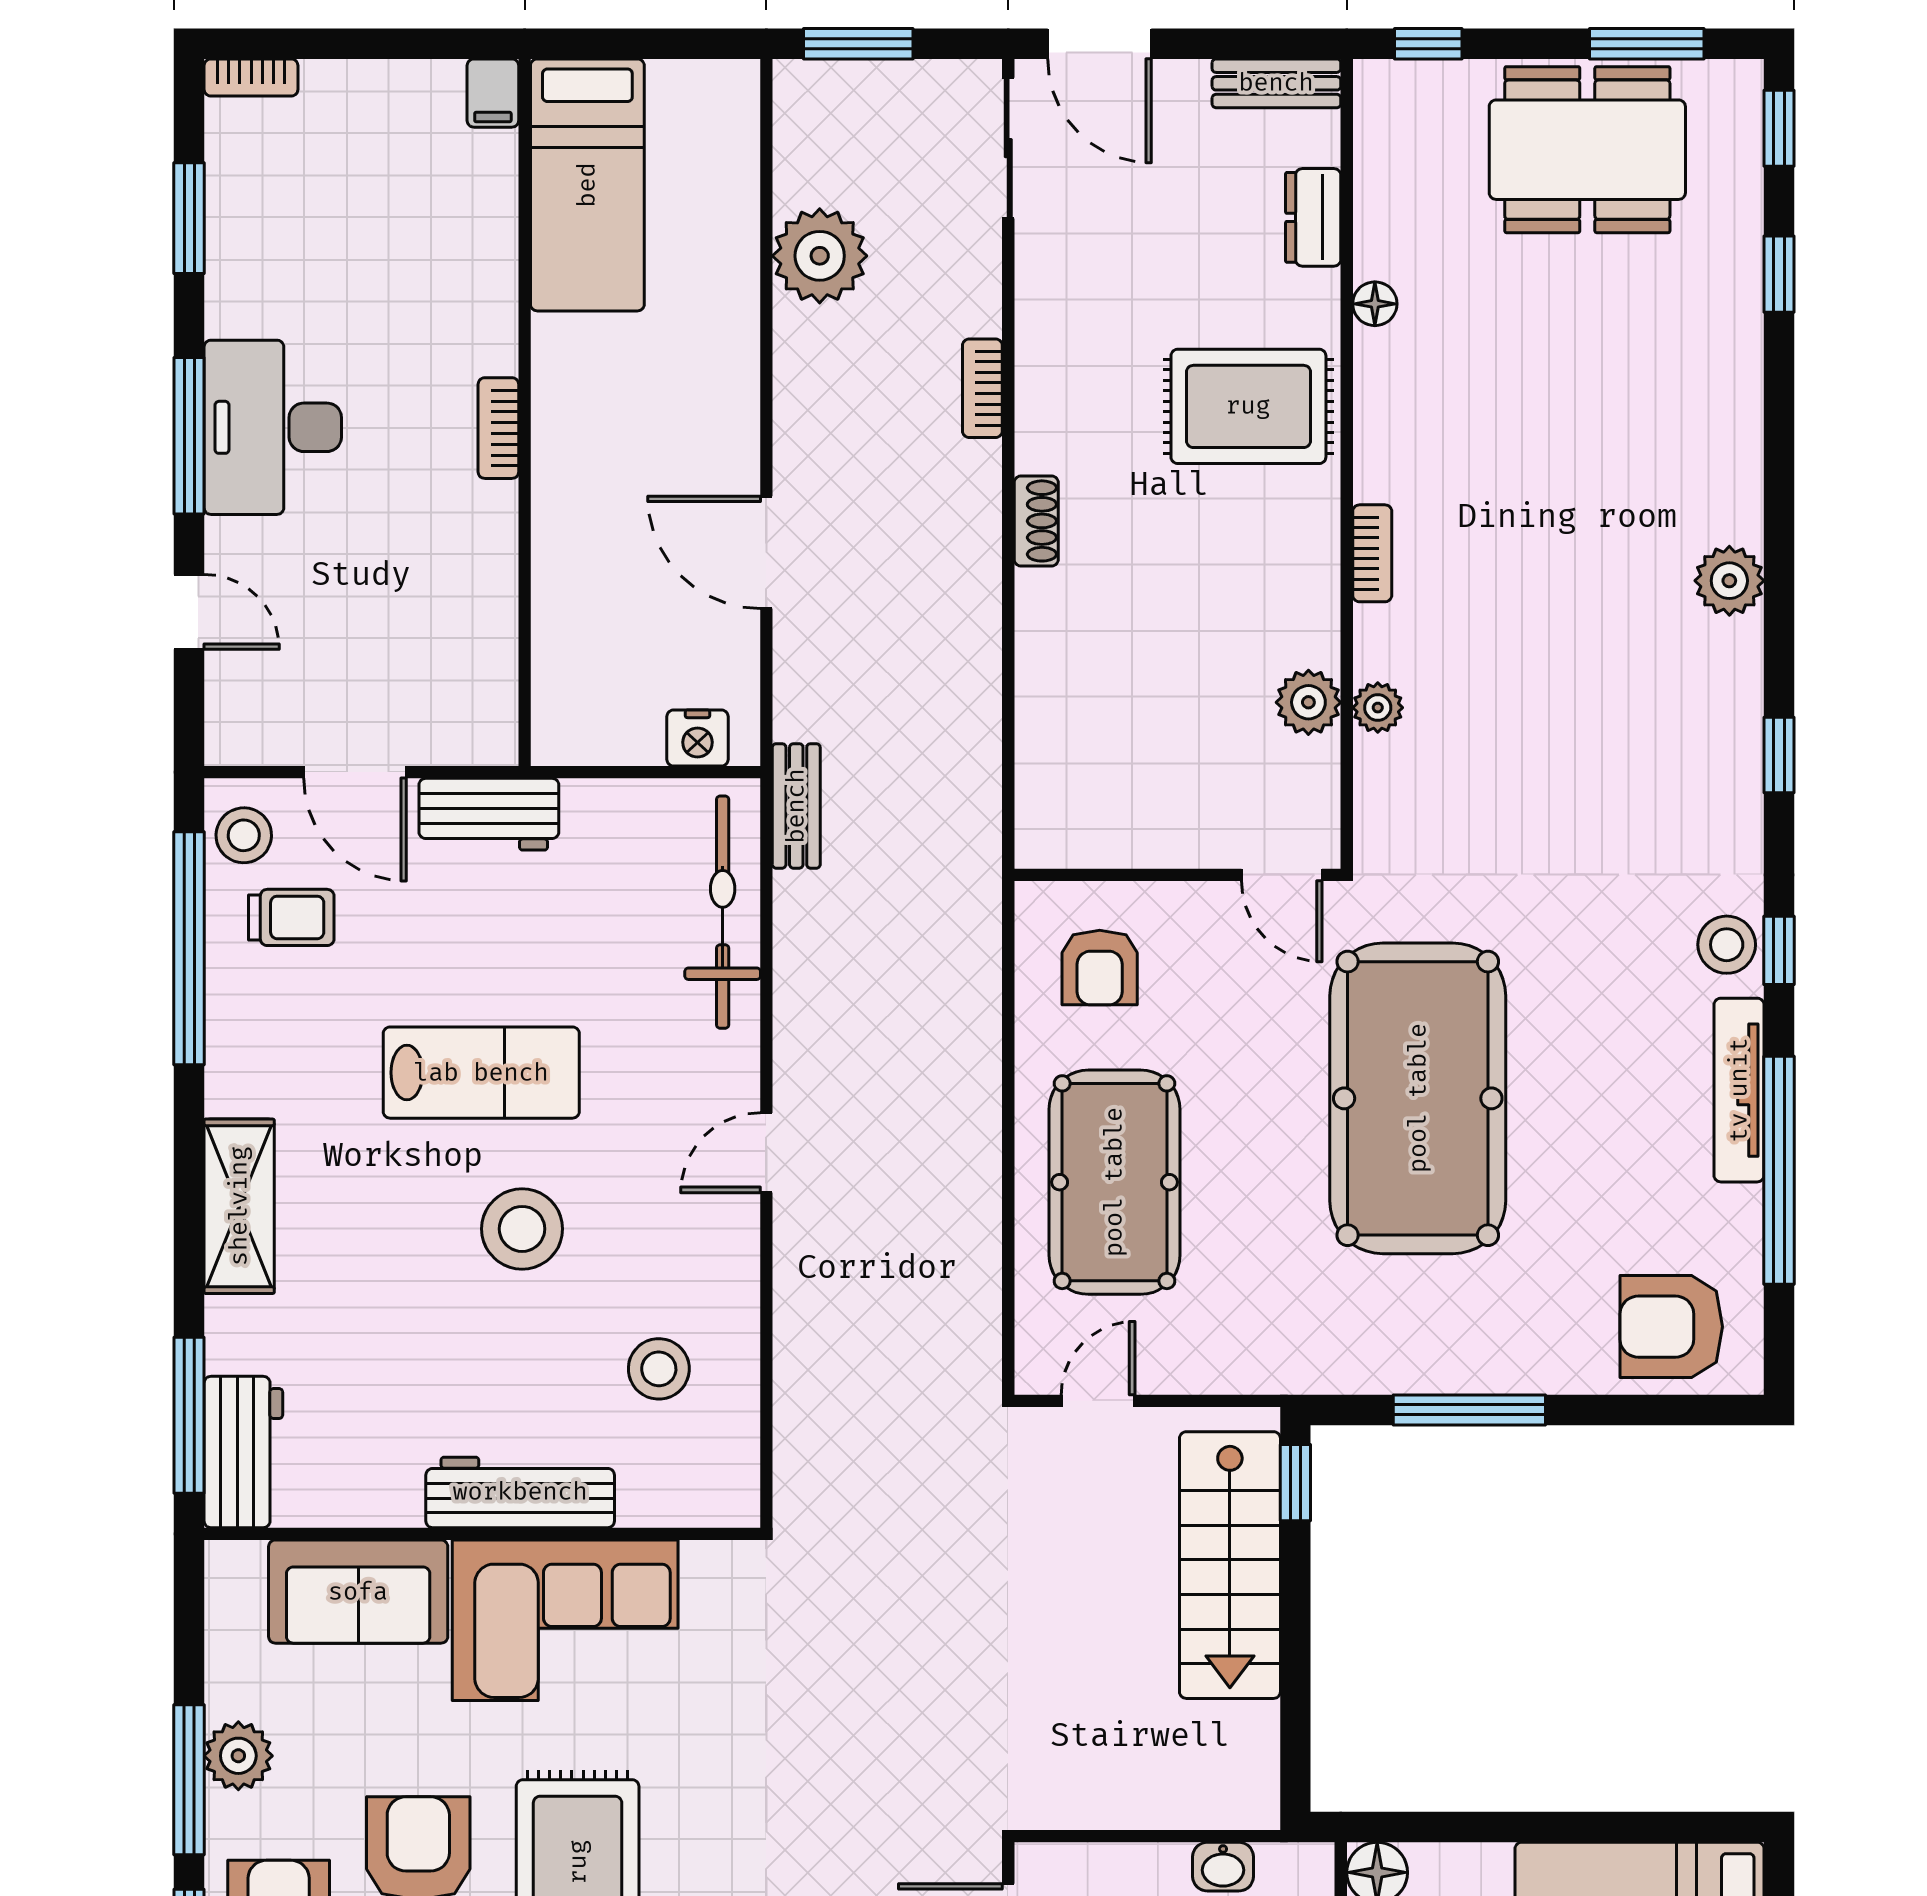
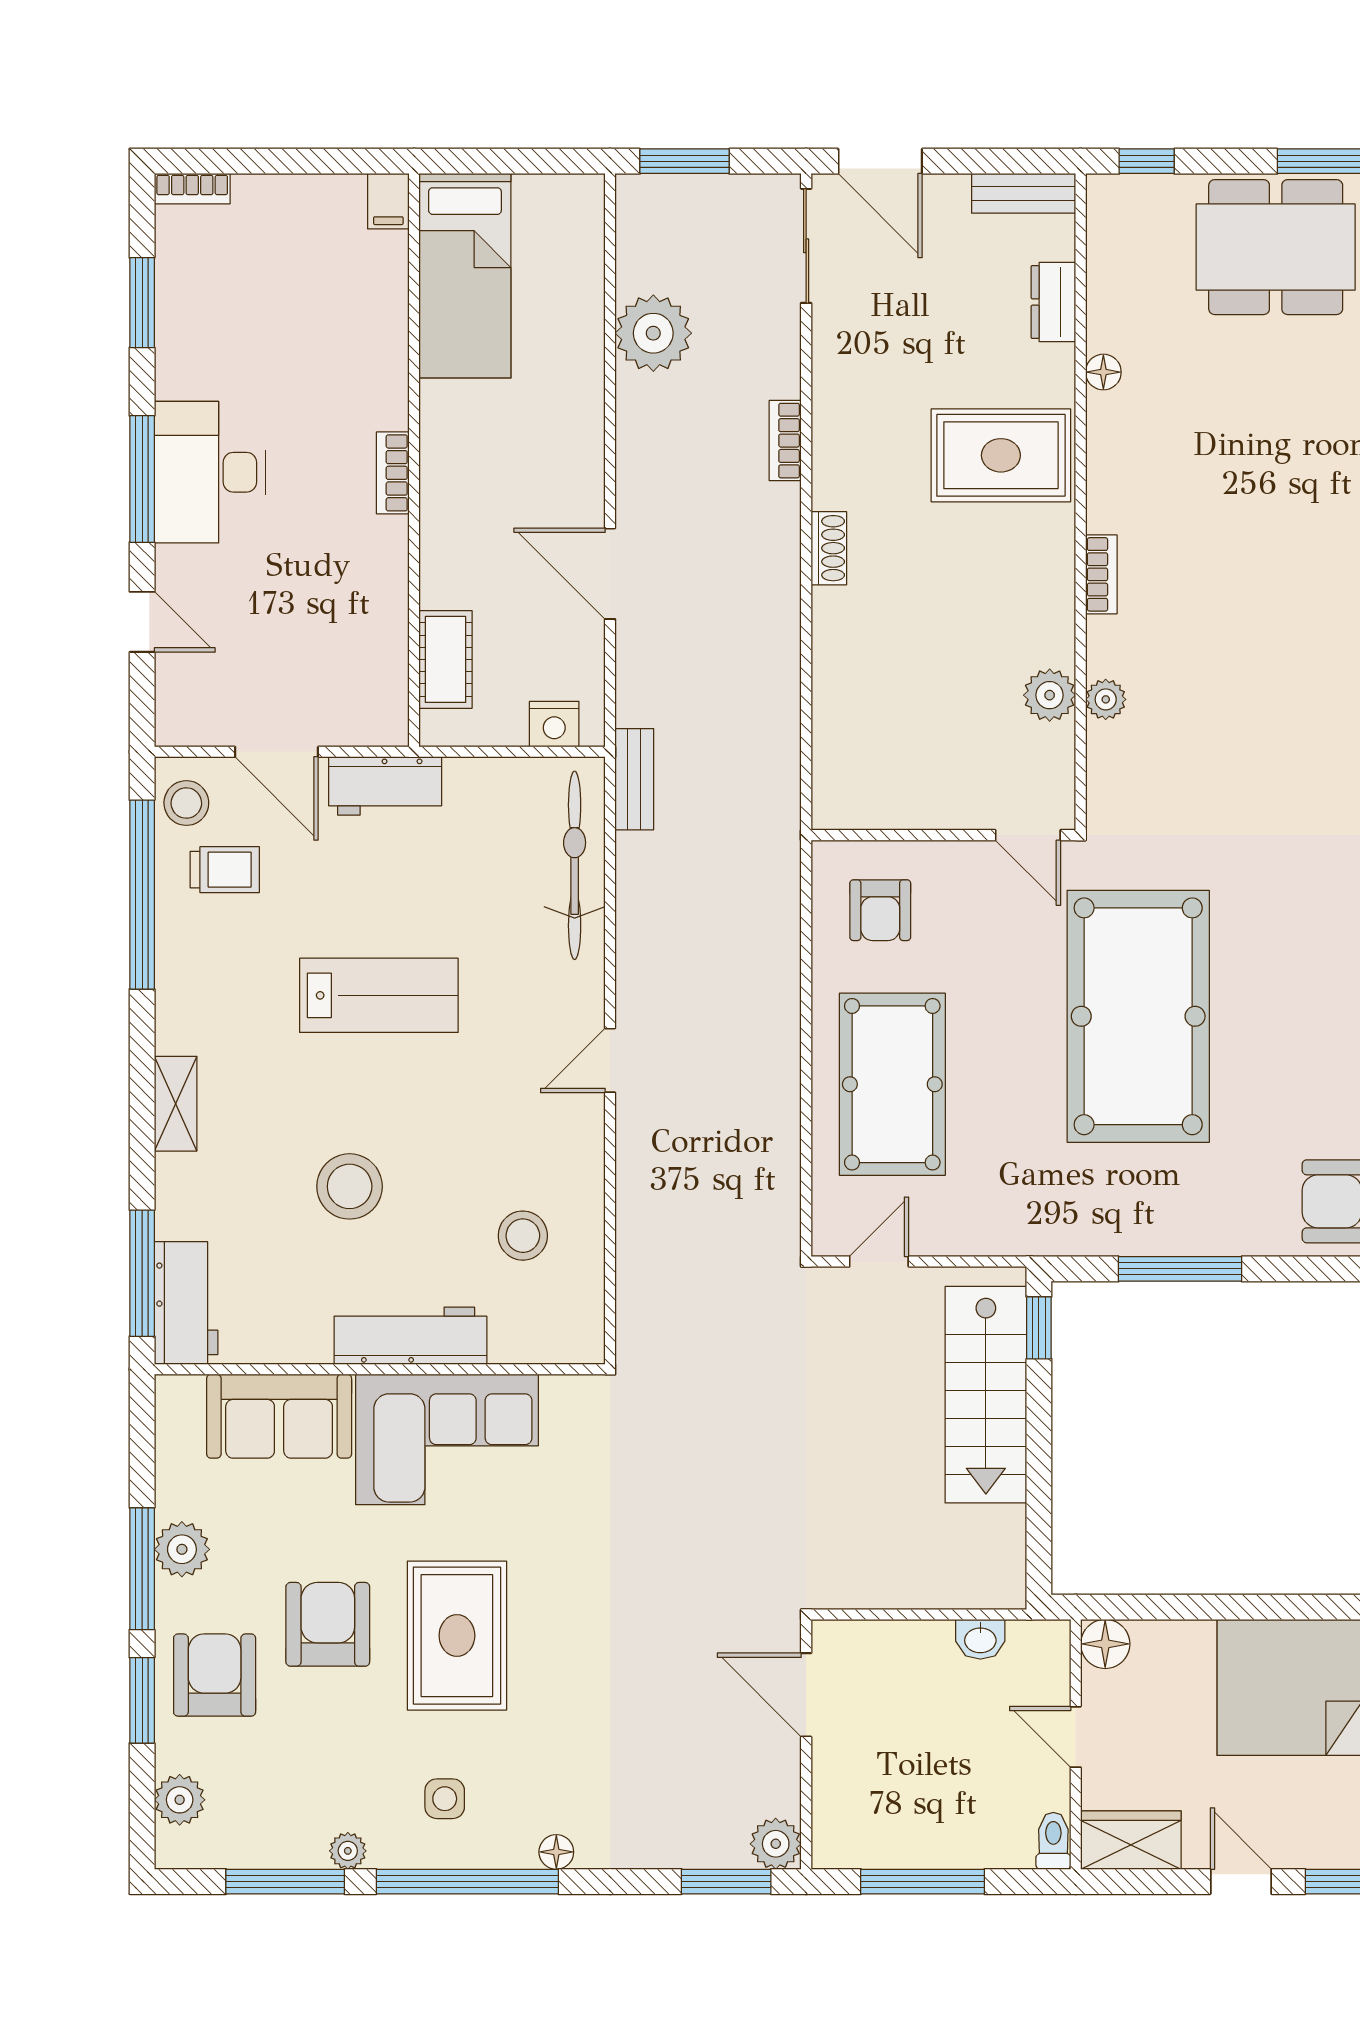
cot: (563, 658) -> (446, 659), added
shelving: (239, 1206) -> (176, 1104), width x0.67, depth x0.75
stool: (522, 1229) -> (350, 1186), moved

